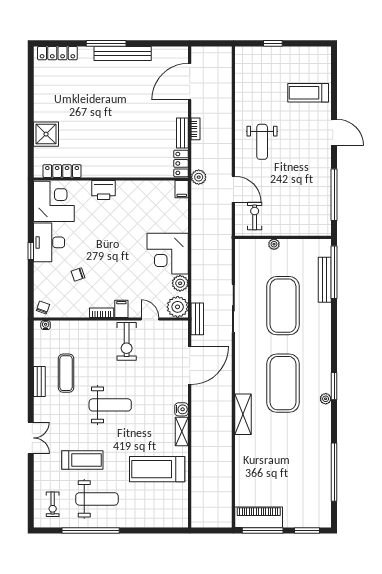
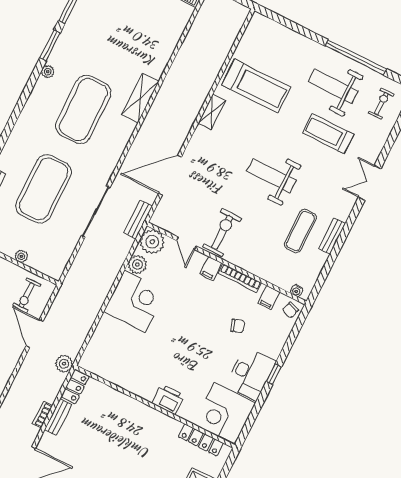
filing cabinet: (182, 189) -> (269, 298), moved, turned 180
bookcase: (102, 313) -> (240, 278), width x1.56
window: (334, 386) -> (50, 45), moved
water cooler: (181, 409) -> (201, 135), removed

